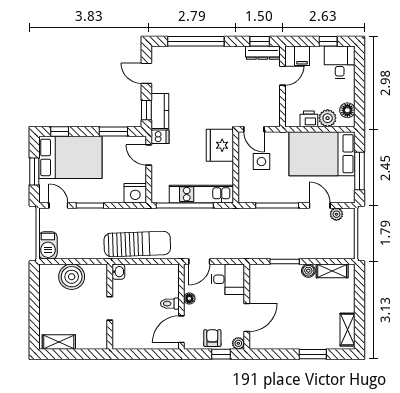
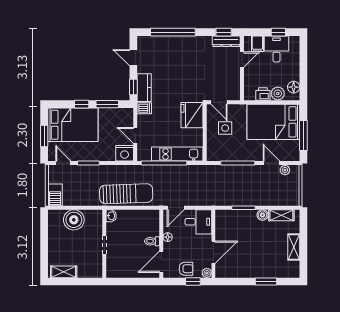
desk: (340, 62) -> (276, 49), moved
window: (60, 132) -> (82, 104), moved
door: (149, 155) -> (135, 135), moved
shelving: (347, 330) -> (294, 247), moved
armchair: (212, 338) -> (186, 269), turned 90

